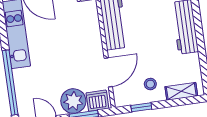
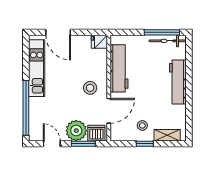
stool: (83, 48) -> (90, 88), added
window: (141, 107) -> (145, 144), moved

